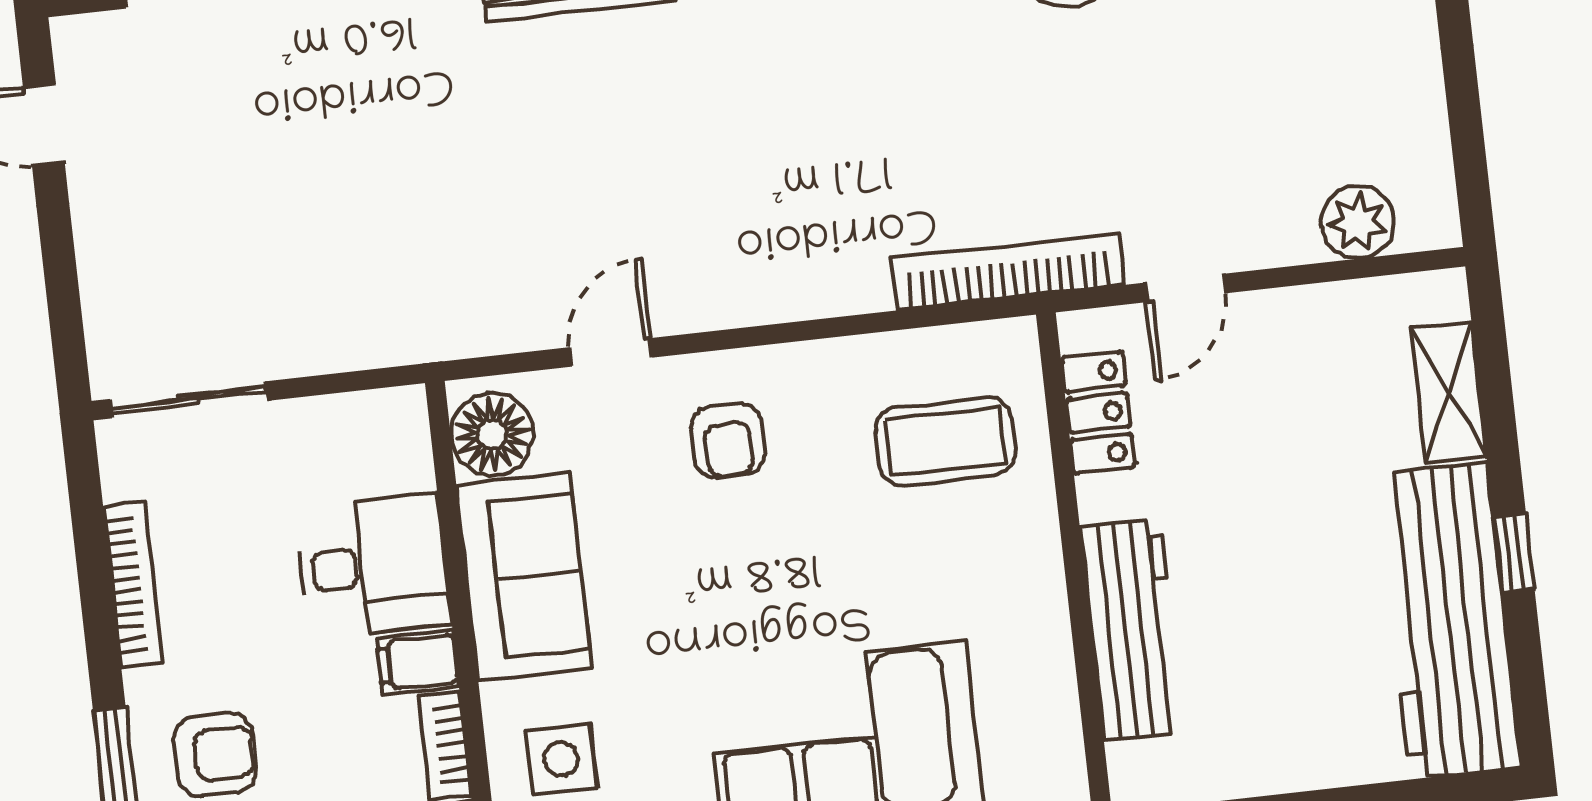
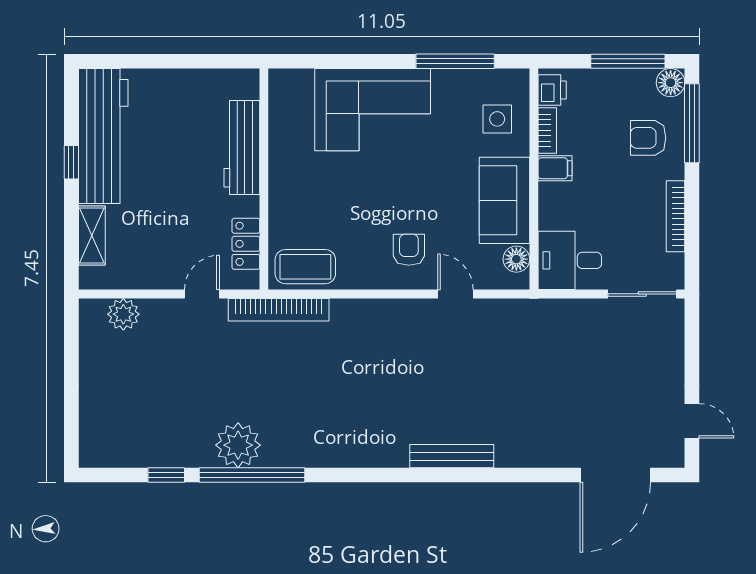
door: (611, 352) -> (455, 294), swing flipped
floor lamp: (492, 434) -> (516, 259), width x0.73, depth x0.73
coffee table: (945, 441) -> (305, 267), moved
desk: (373, 566) -> (570, 260), moved

